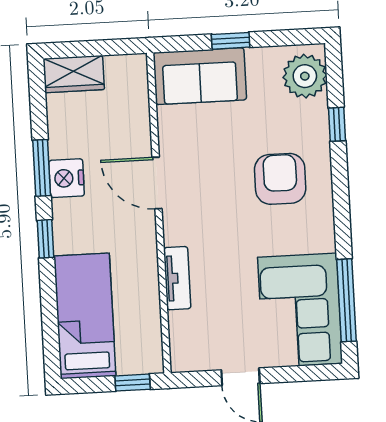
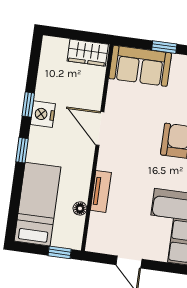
wardrobe: (74, 74) -> (88, 53), moved
window: (42, 168) -> (28, 105), width x0.67
floor lamp: (150, 310) -> (80, 208), added

